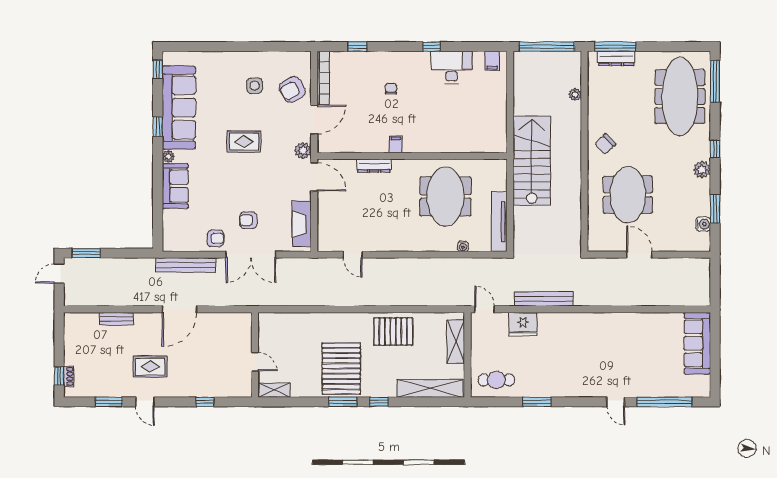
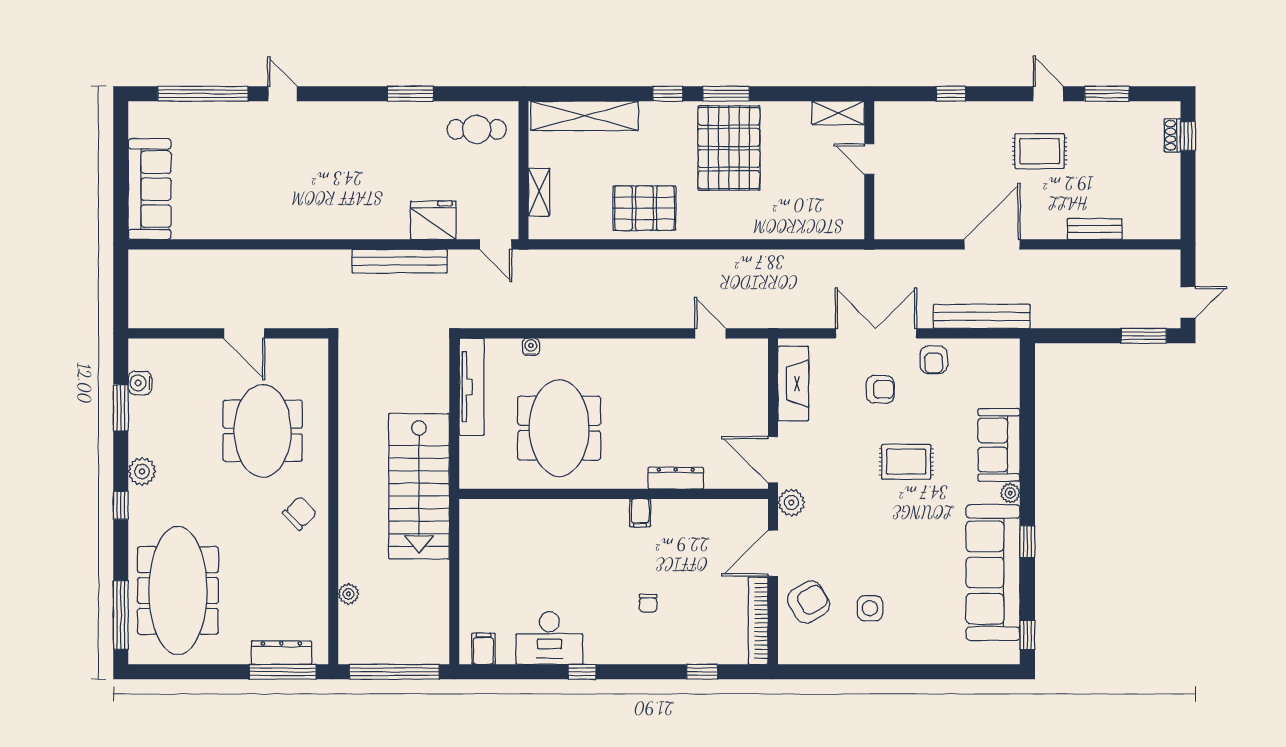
rug: (244, 142) -> (906, 462), moved
armchair: (215, 238) -> (934, 360), turned -90
shelving: (456, 341) -> (539, 192), width x0.67, depth x0.75

